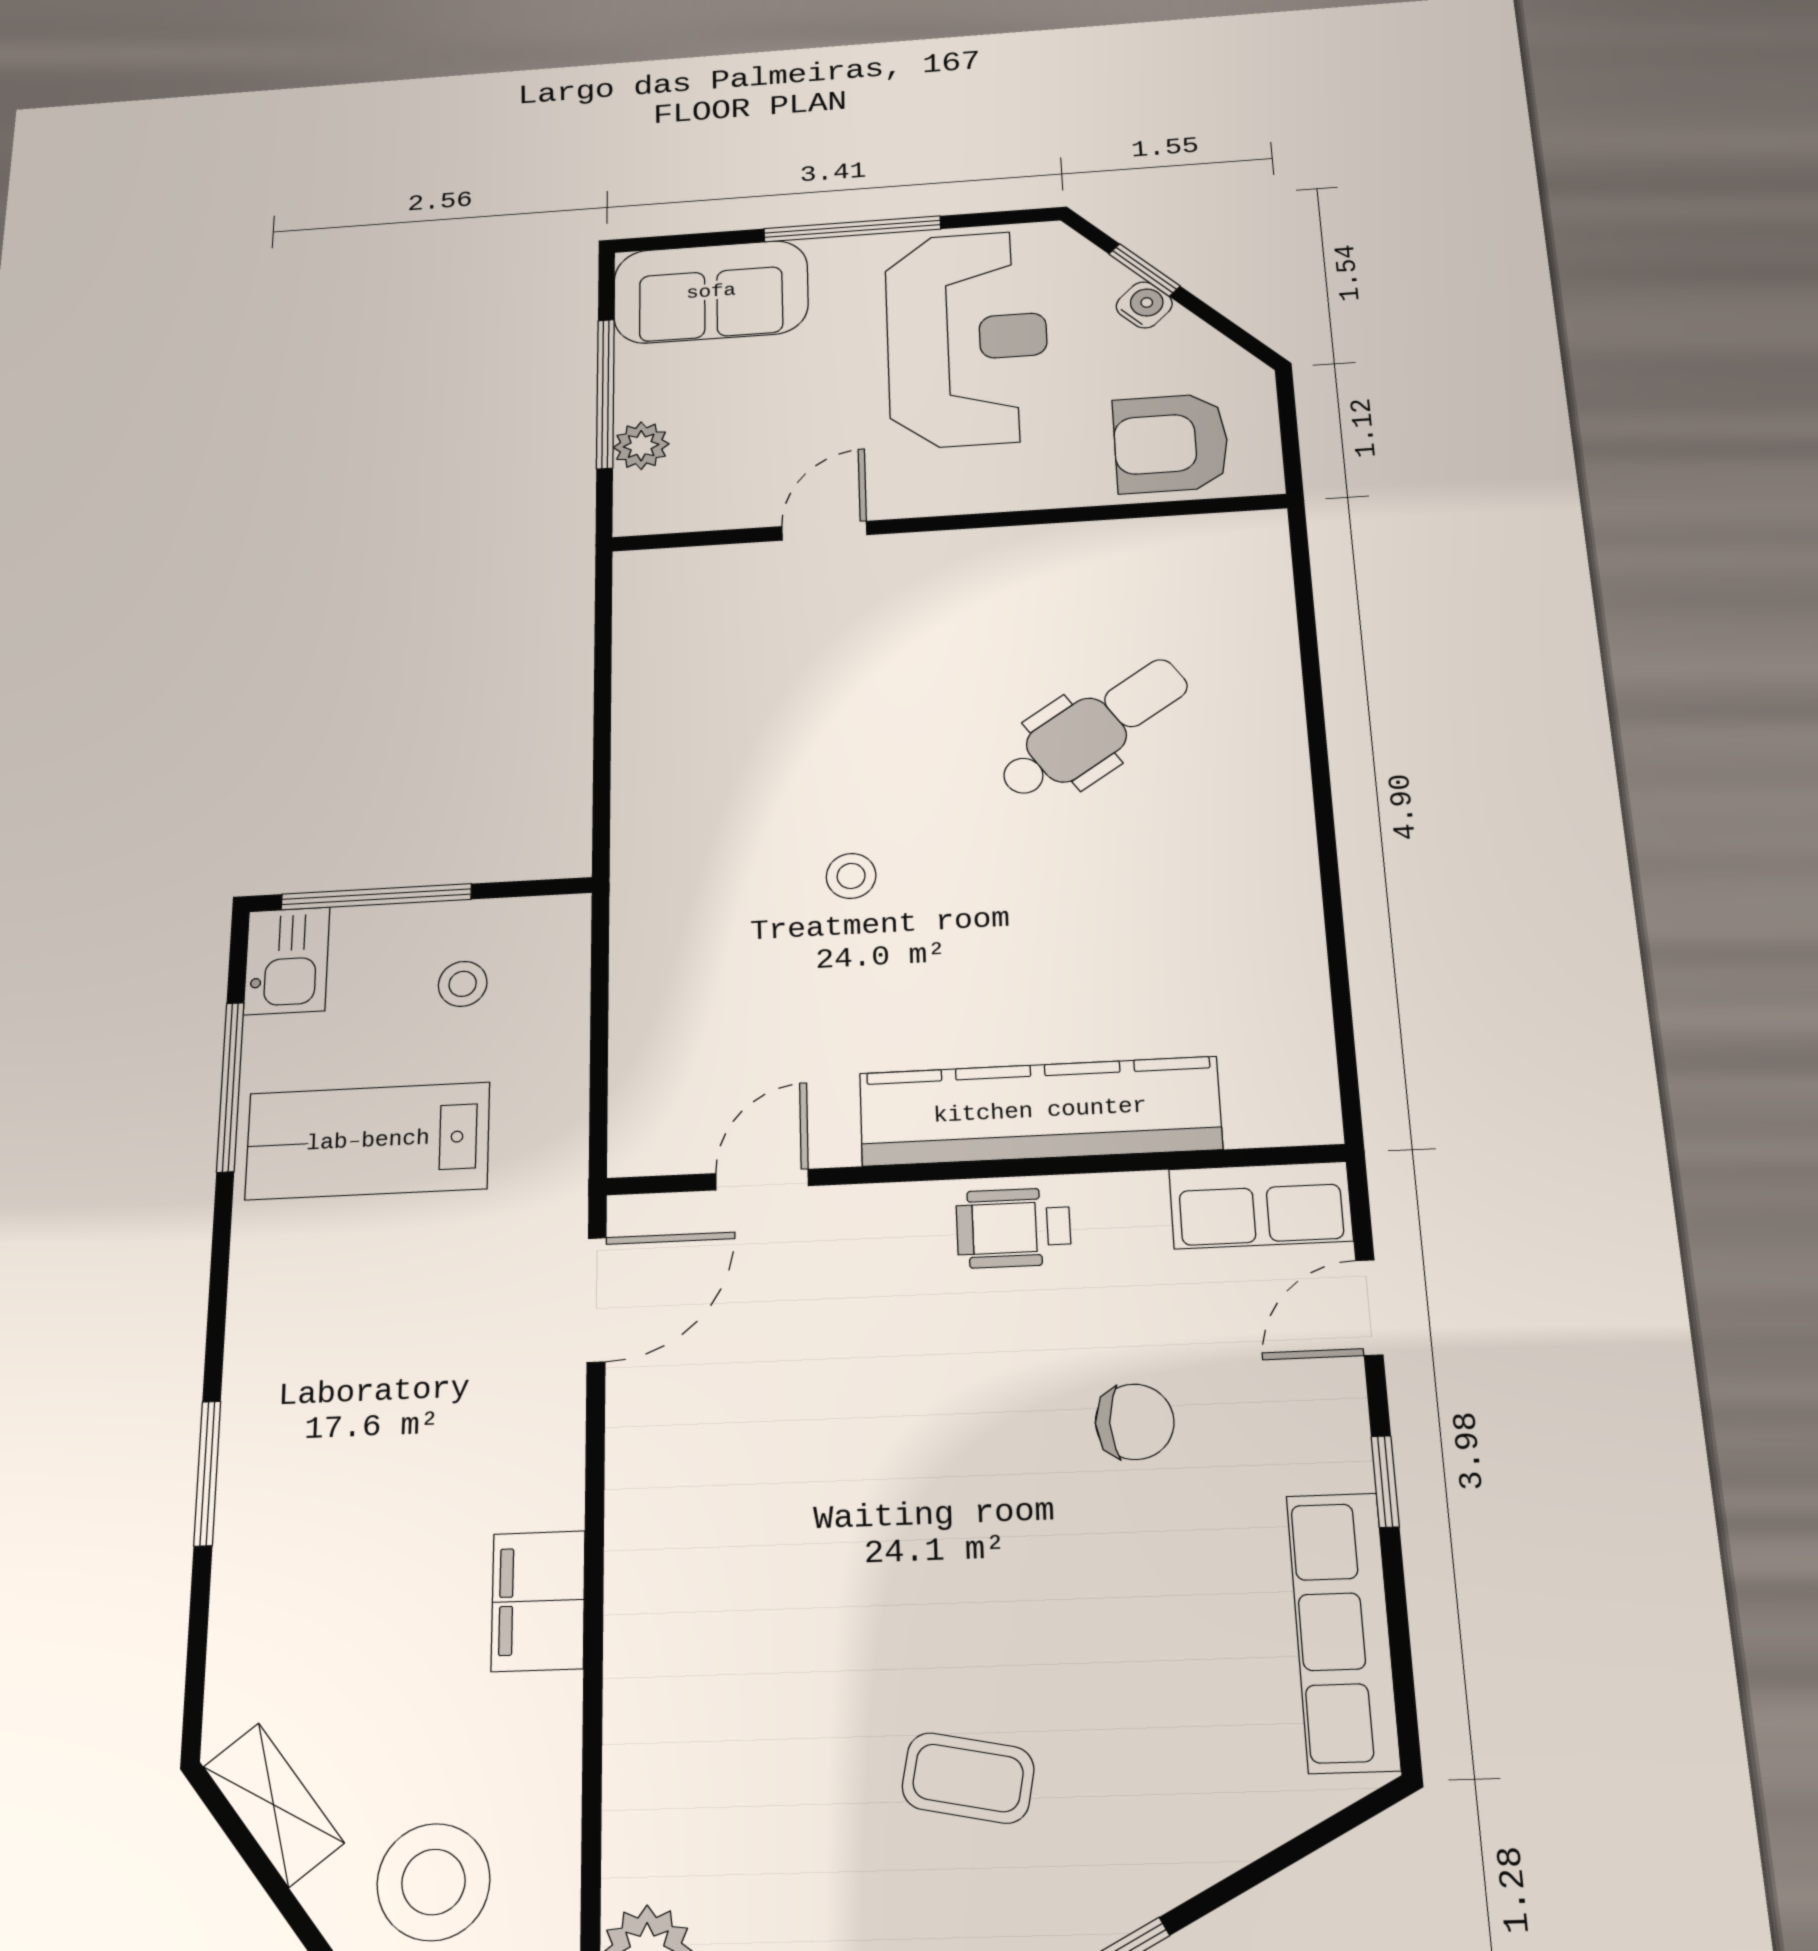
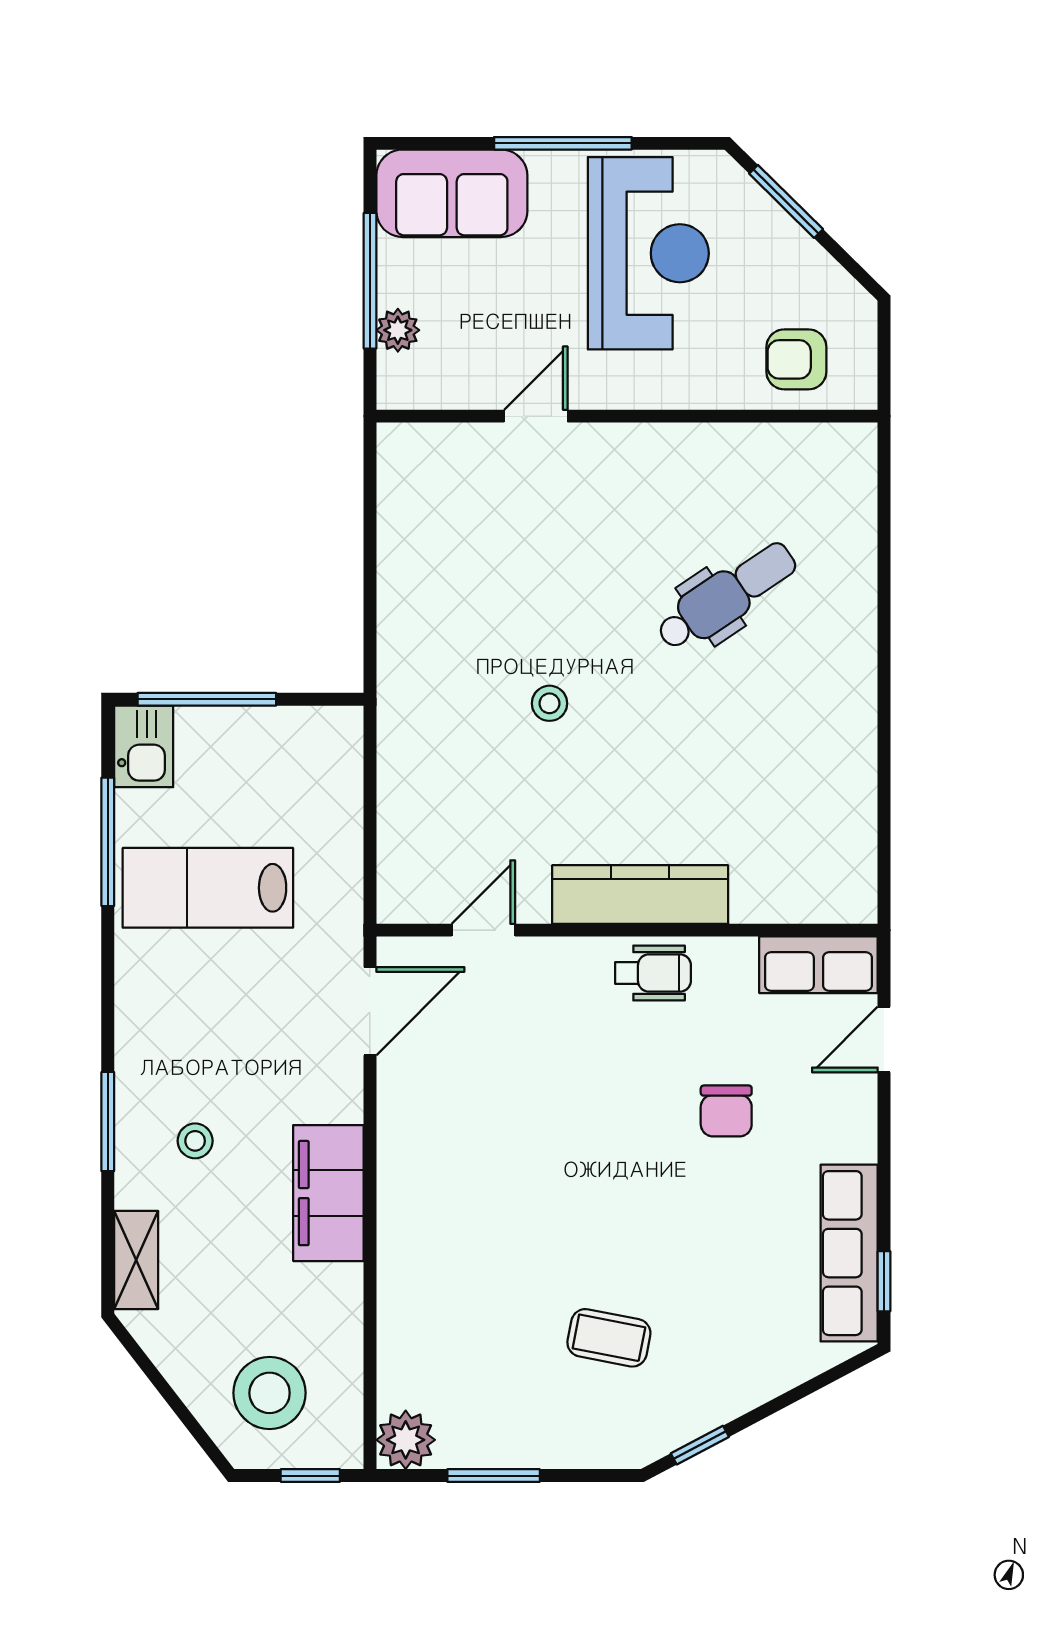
window: (1144, 270) -> (786, 201), width x1.50
water cooler: (1144, 305) -> (784, 234), removed
armchair: (1171, 443) -> (796, 359), width x0.72, depth x0.72
stool: (463, 984) -> (195, 1141), moved
kitchen counter: (1040, 1111) -> (640, 894), width x0.72, depth x0.86
wheelchair: (1013, 1228) -> (653, 973), turned 180
chair: (1135, 1422) -> (726, 1111), turned 90
window: (1385, 1481) -> (884, 1281), moved
filing cabinet: (538, 1601) -> (328, 1193), width x1.50, depth x1.17
shelving: (273, 1805) -> (136, 1260), moved, turned 38

